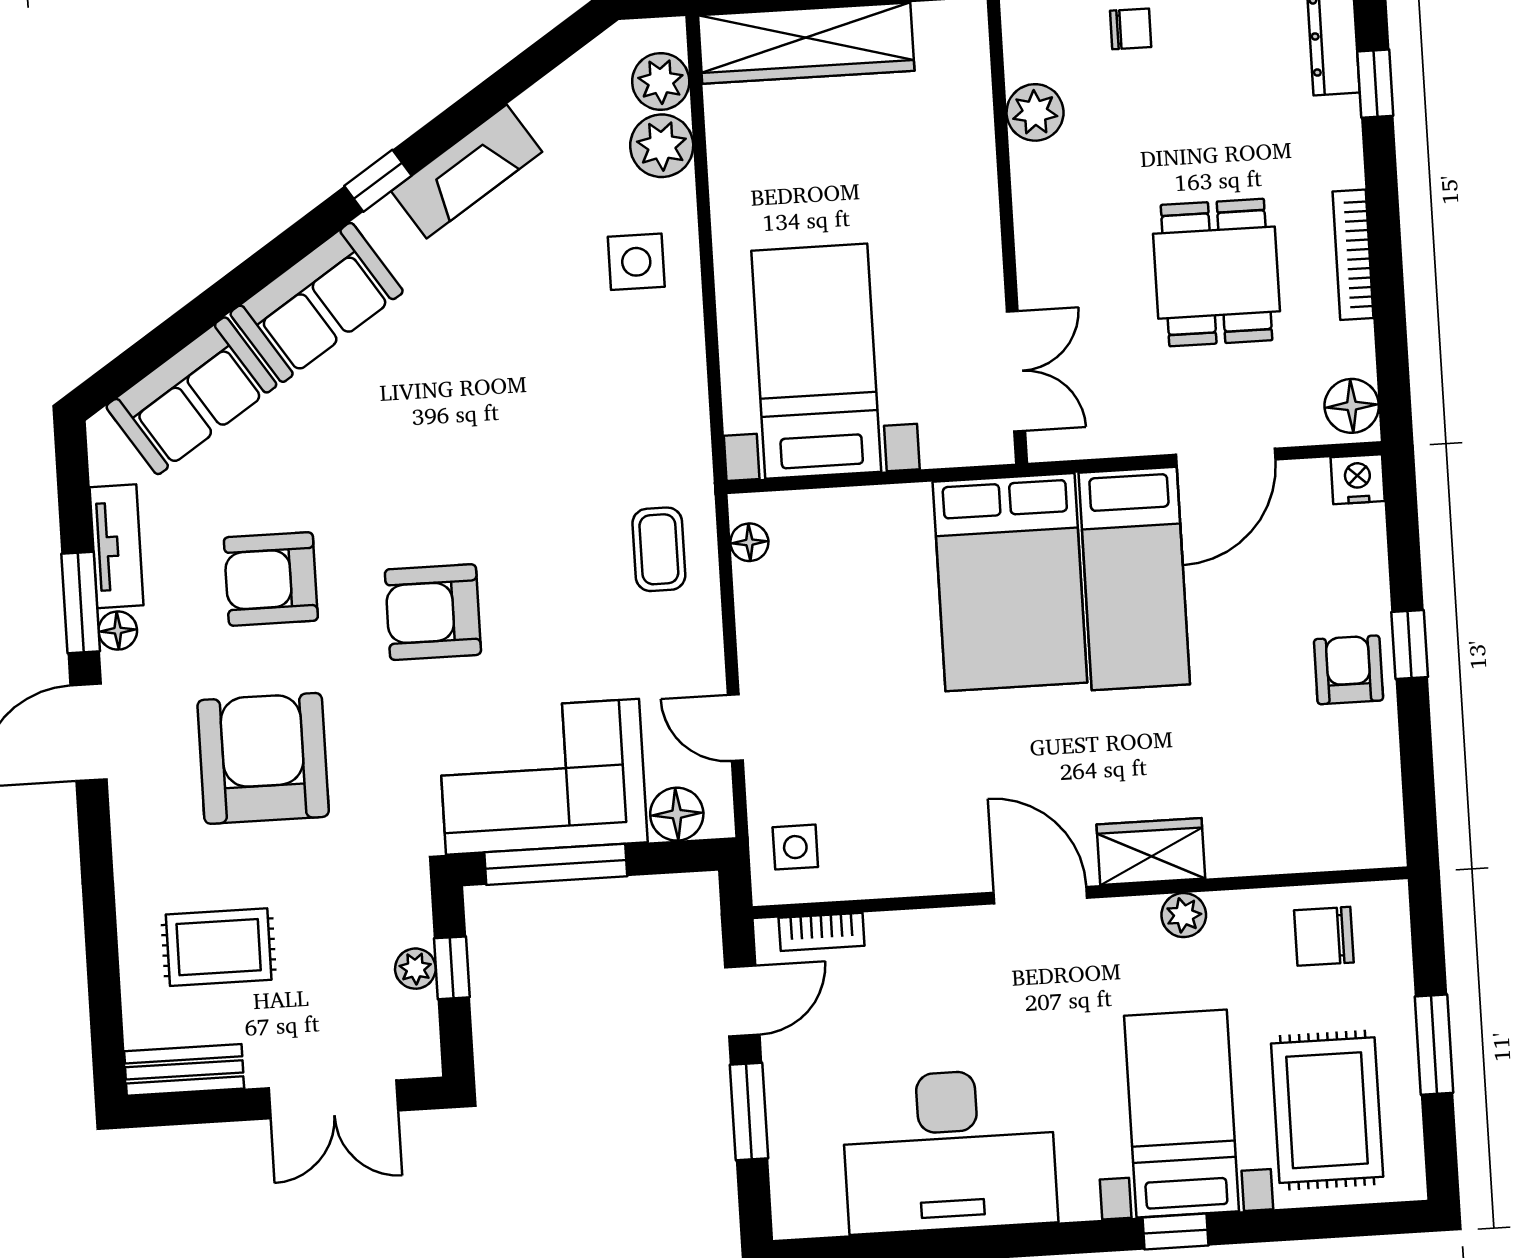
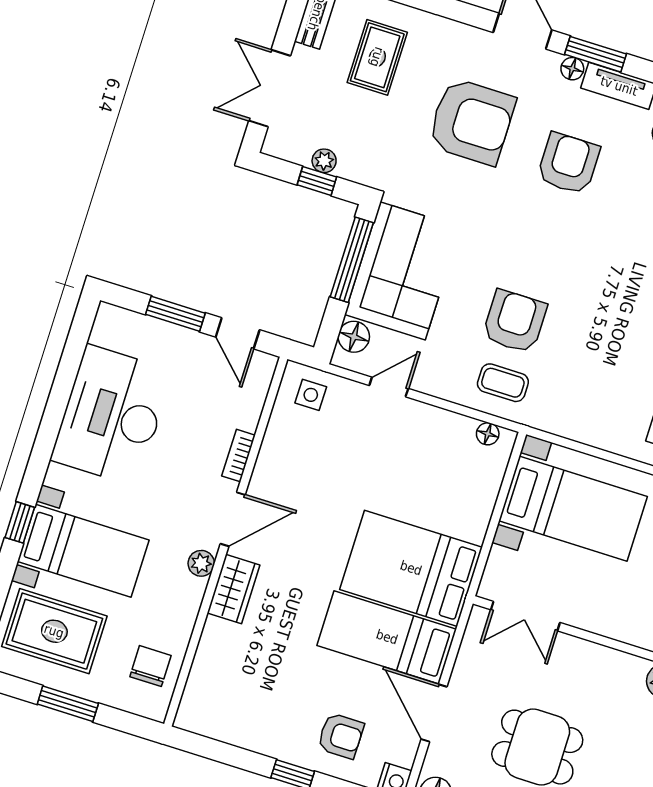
armchair: (433, 612) -> (515, 321), moved
armchair: (1348, 670) -> (341, 736), moved
plant: (1184, 915) -> (201, 563), moved
bookcase: (822, 932) -> (238, 456), moved

